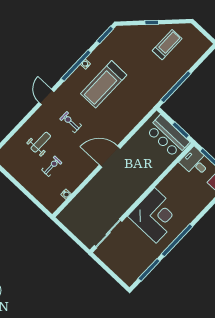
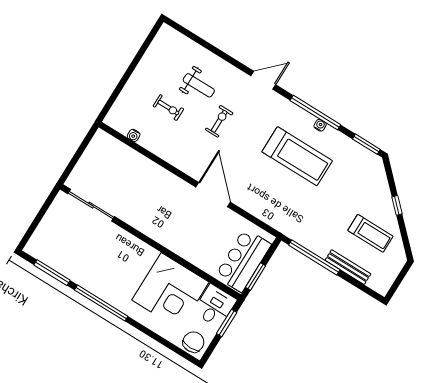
bench: (187, 65) -> (348, 267), added
treadmill: (104, 84) -> (297, 156), turned 180
exercise bike: (71, 122) -> (219, 121), moved
door: (110, 157) -> (213, 195), moved
corner desk: (155, 215) -> (170, 291), moved

